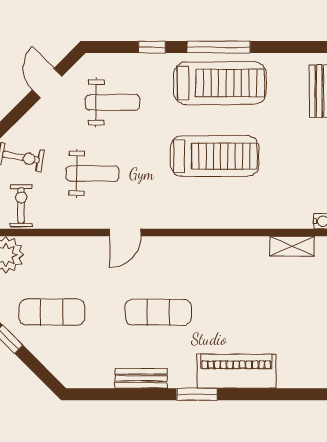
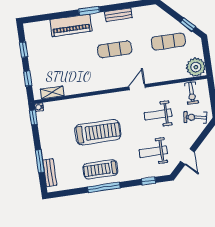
window: (152, 47) -> (148, 181), moved
treadmill: (220, 83) -> (100, 169), width x0.73, depth x0.73
treadmill: (215, 156) -> (98, 132), turned 180

